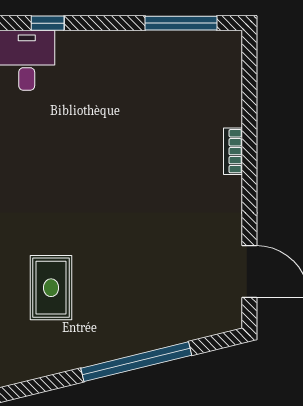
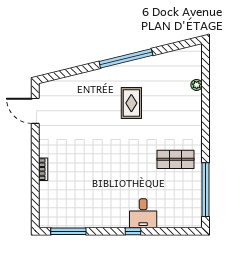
window: (136, 362) -> (126, 58), moved

